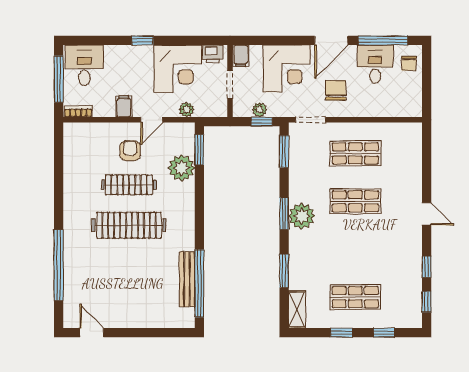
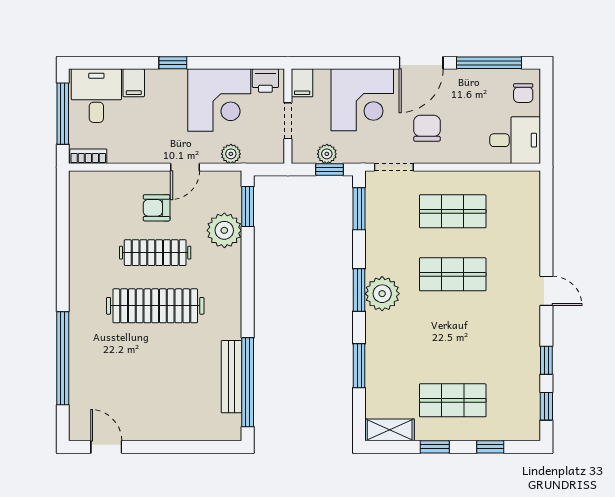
desk: (375, 64) -> (515, 140), moved, turned 90
filing cabinet: (124, 106) -> (134, 83), moved, turned 180
armchair: (130, 151) -> (157, 208), turned -90
shelving: (297, 309) -> (390, 430), moved, turned 90

